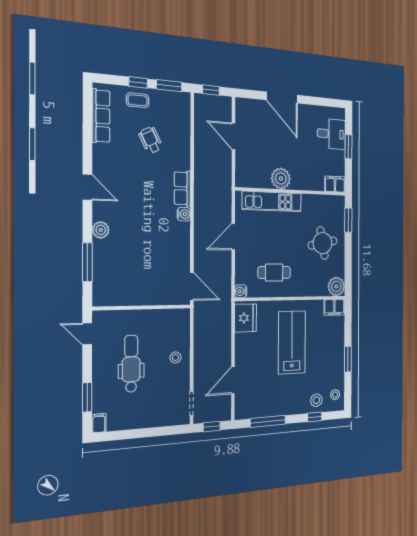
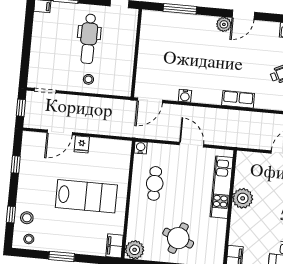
water cooler: (184, 214) -> (185, 96), moved
plant: (101, 230) -> (224, 24), moved
round table: (323, 243) -> (178, 238), turned 33
fridge: (246, 318) -> (82, 144), moved, width x0.53, depth x0.75
dental chair: (131, 364) -> (89, 39), turned 90
door: (233, 380) -> (60, 132), swing flipped
window: (268, 421) -> (16, 164), width x0.46

